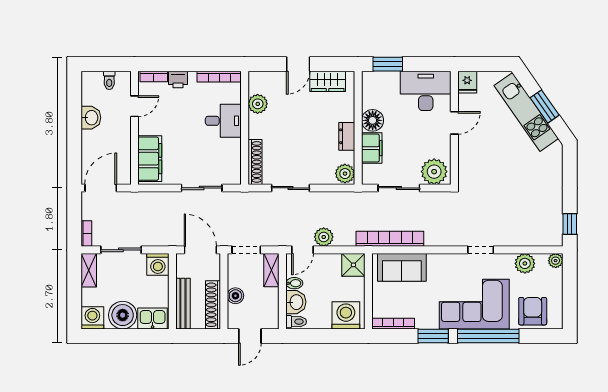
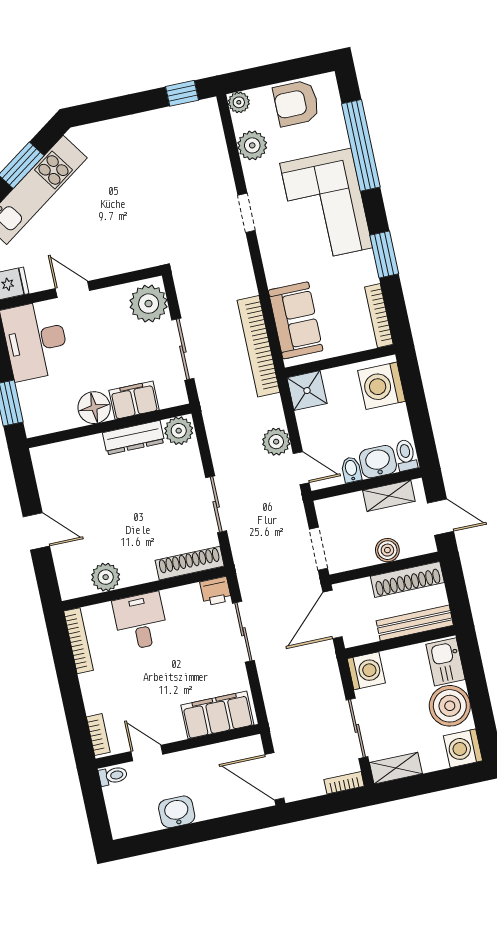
printer: (178, 79) -> (216, 591), moved, turned 90
toilet: (109, 80) -> (113, 776), moved
wardrobe: (328, 81) -> (52, 484), removed
dresser: (347, 136) -> (134, 438), width x1.44
shelving: (271, 270) -> (389, 496), moved
armchair: (533, 311) -> (296, 103), moved
window: (488, 336) -> (361, 145), moved

